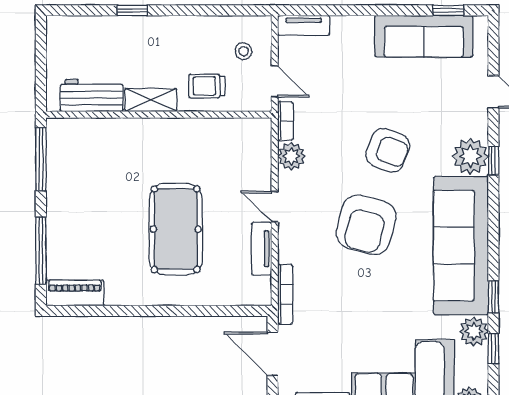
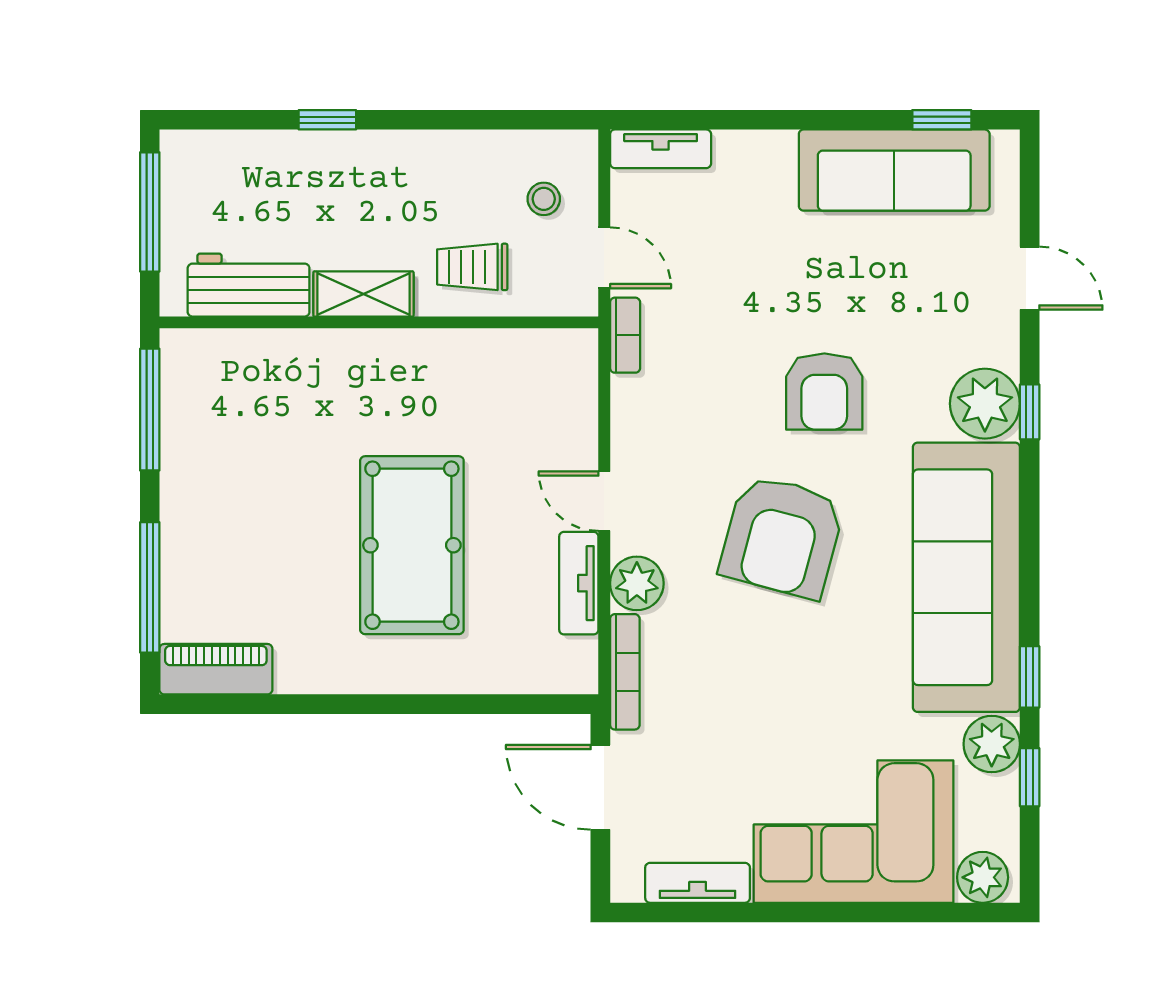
window: (41, 58) -> (150, 212), added
armchair: (388, 150) -> (824, 392), turned 69
plant: (291, 156) -> (637, 583), moved

